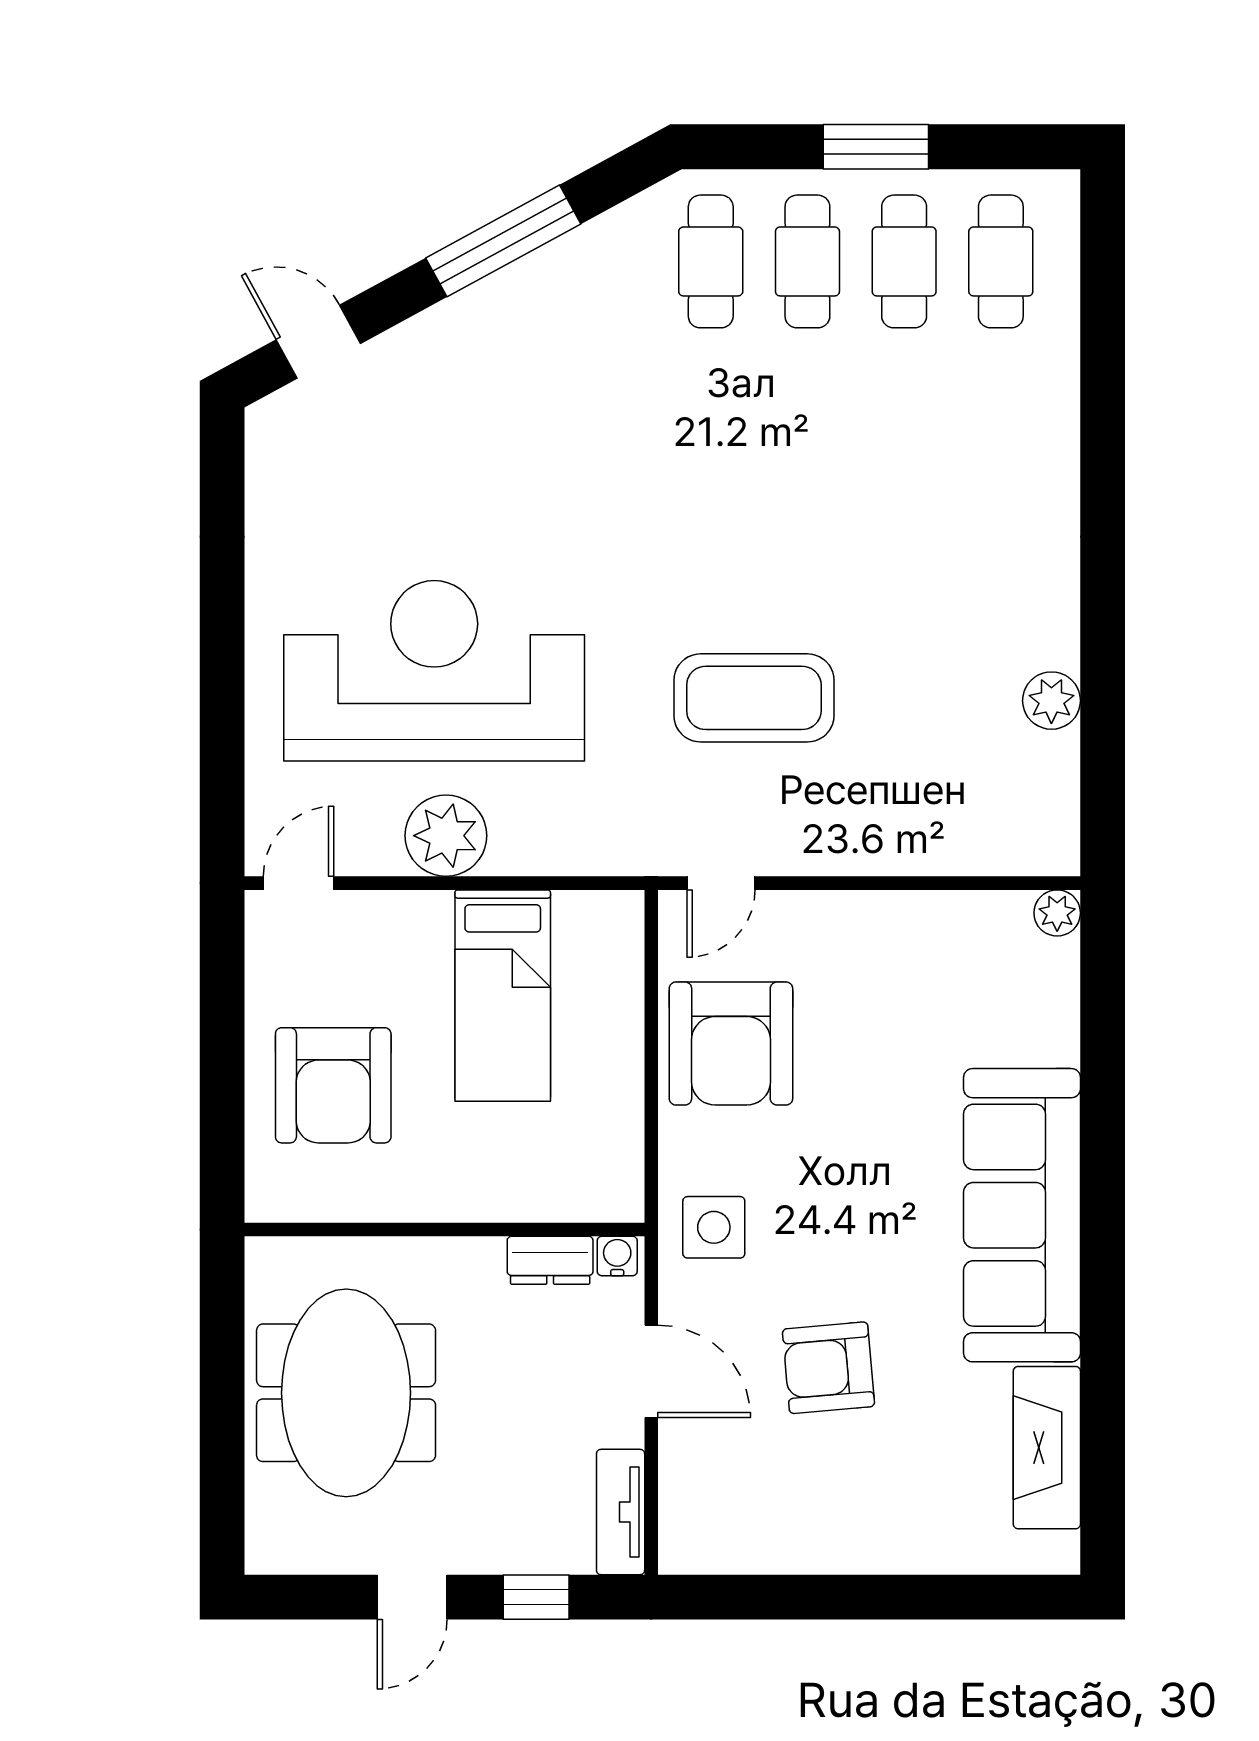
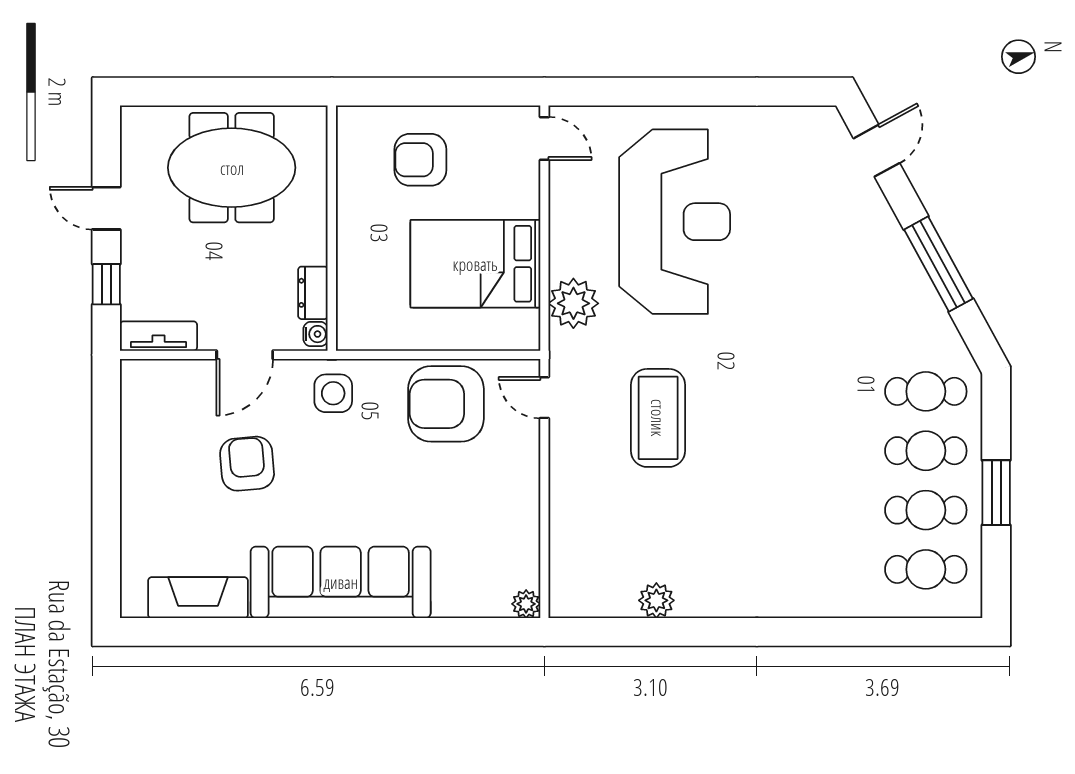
plant: (446, 836) -> (573, 303), moved
bed: (503, 996) -> (475, 264), width x1.50
armchair: (333, 1085) -> (420, 160), width x0.73, depth x0.73

